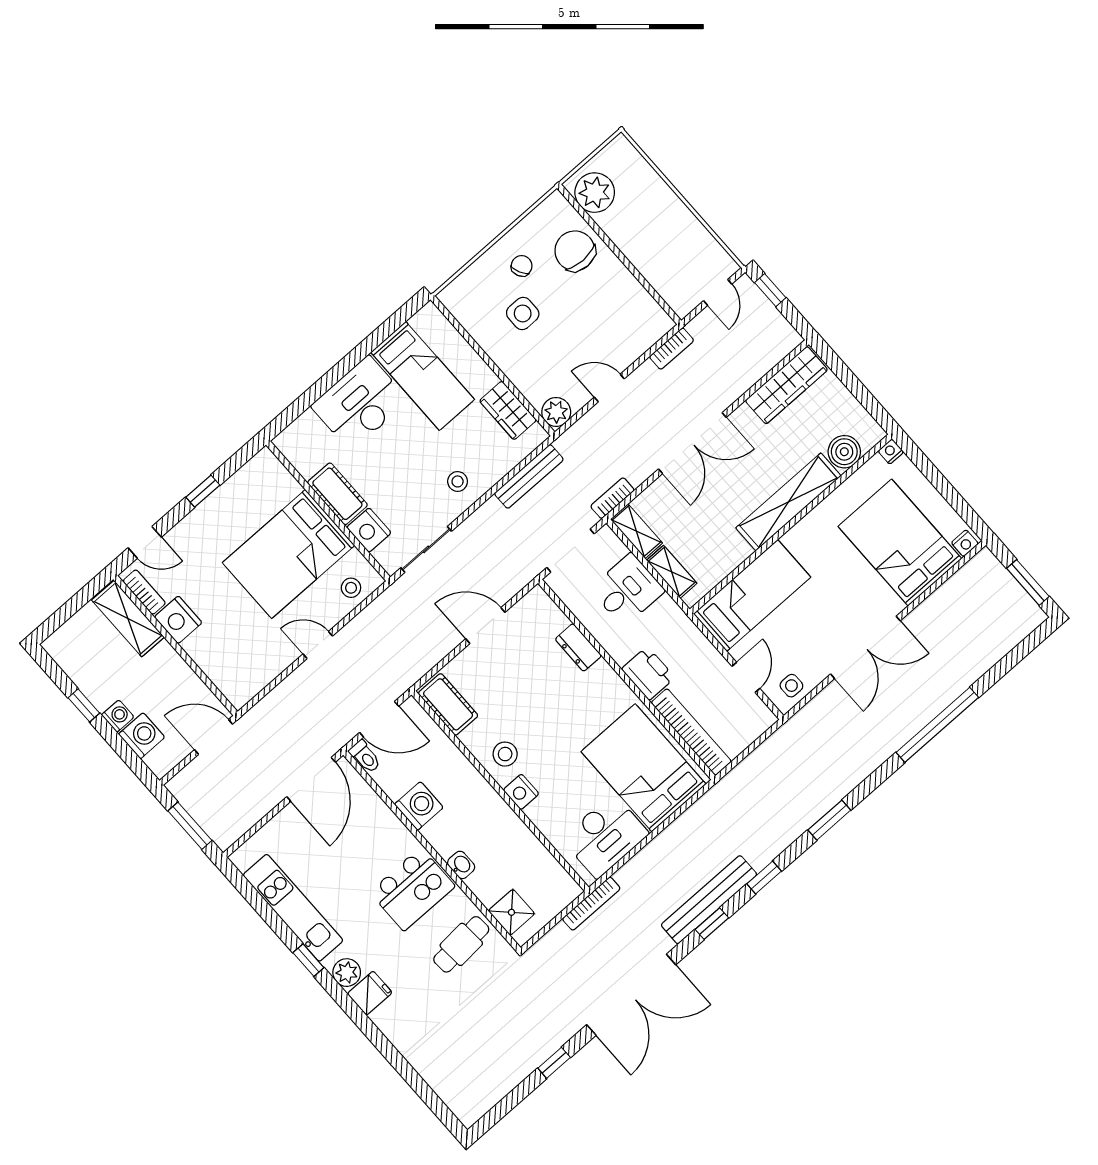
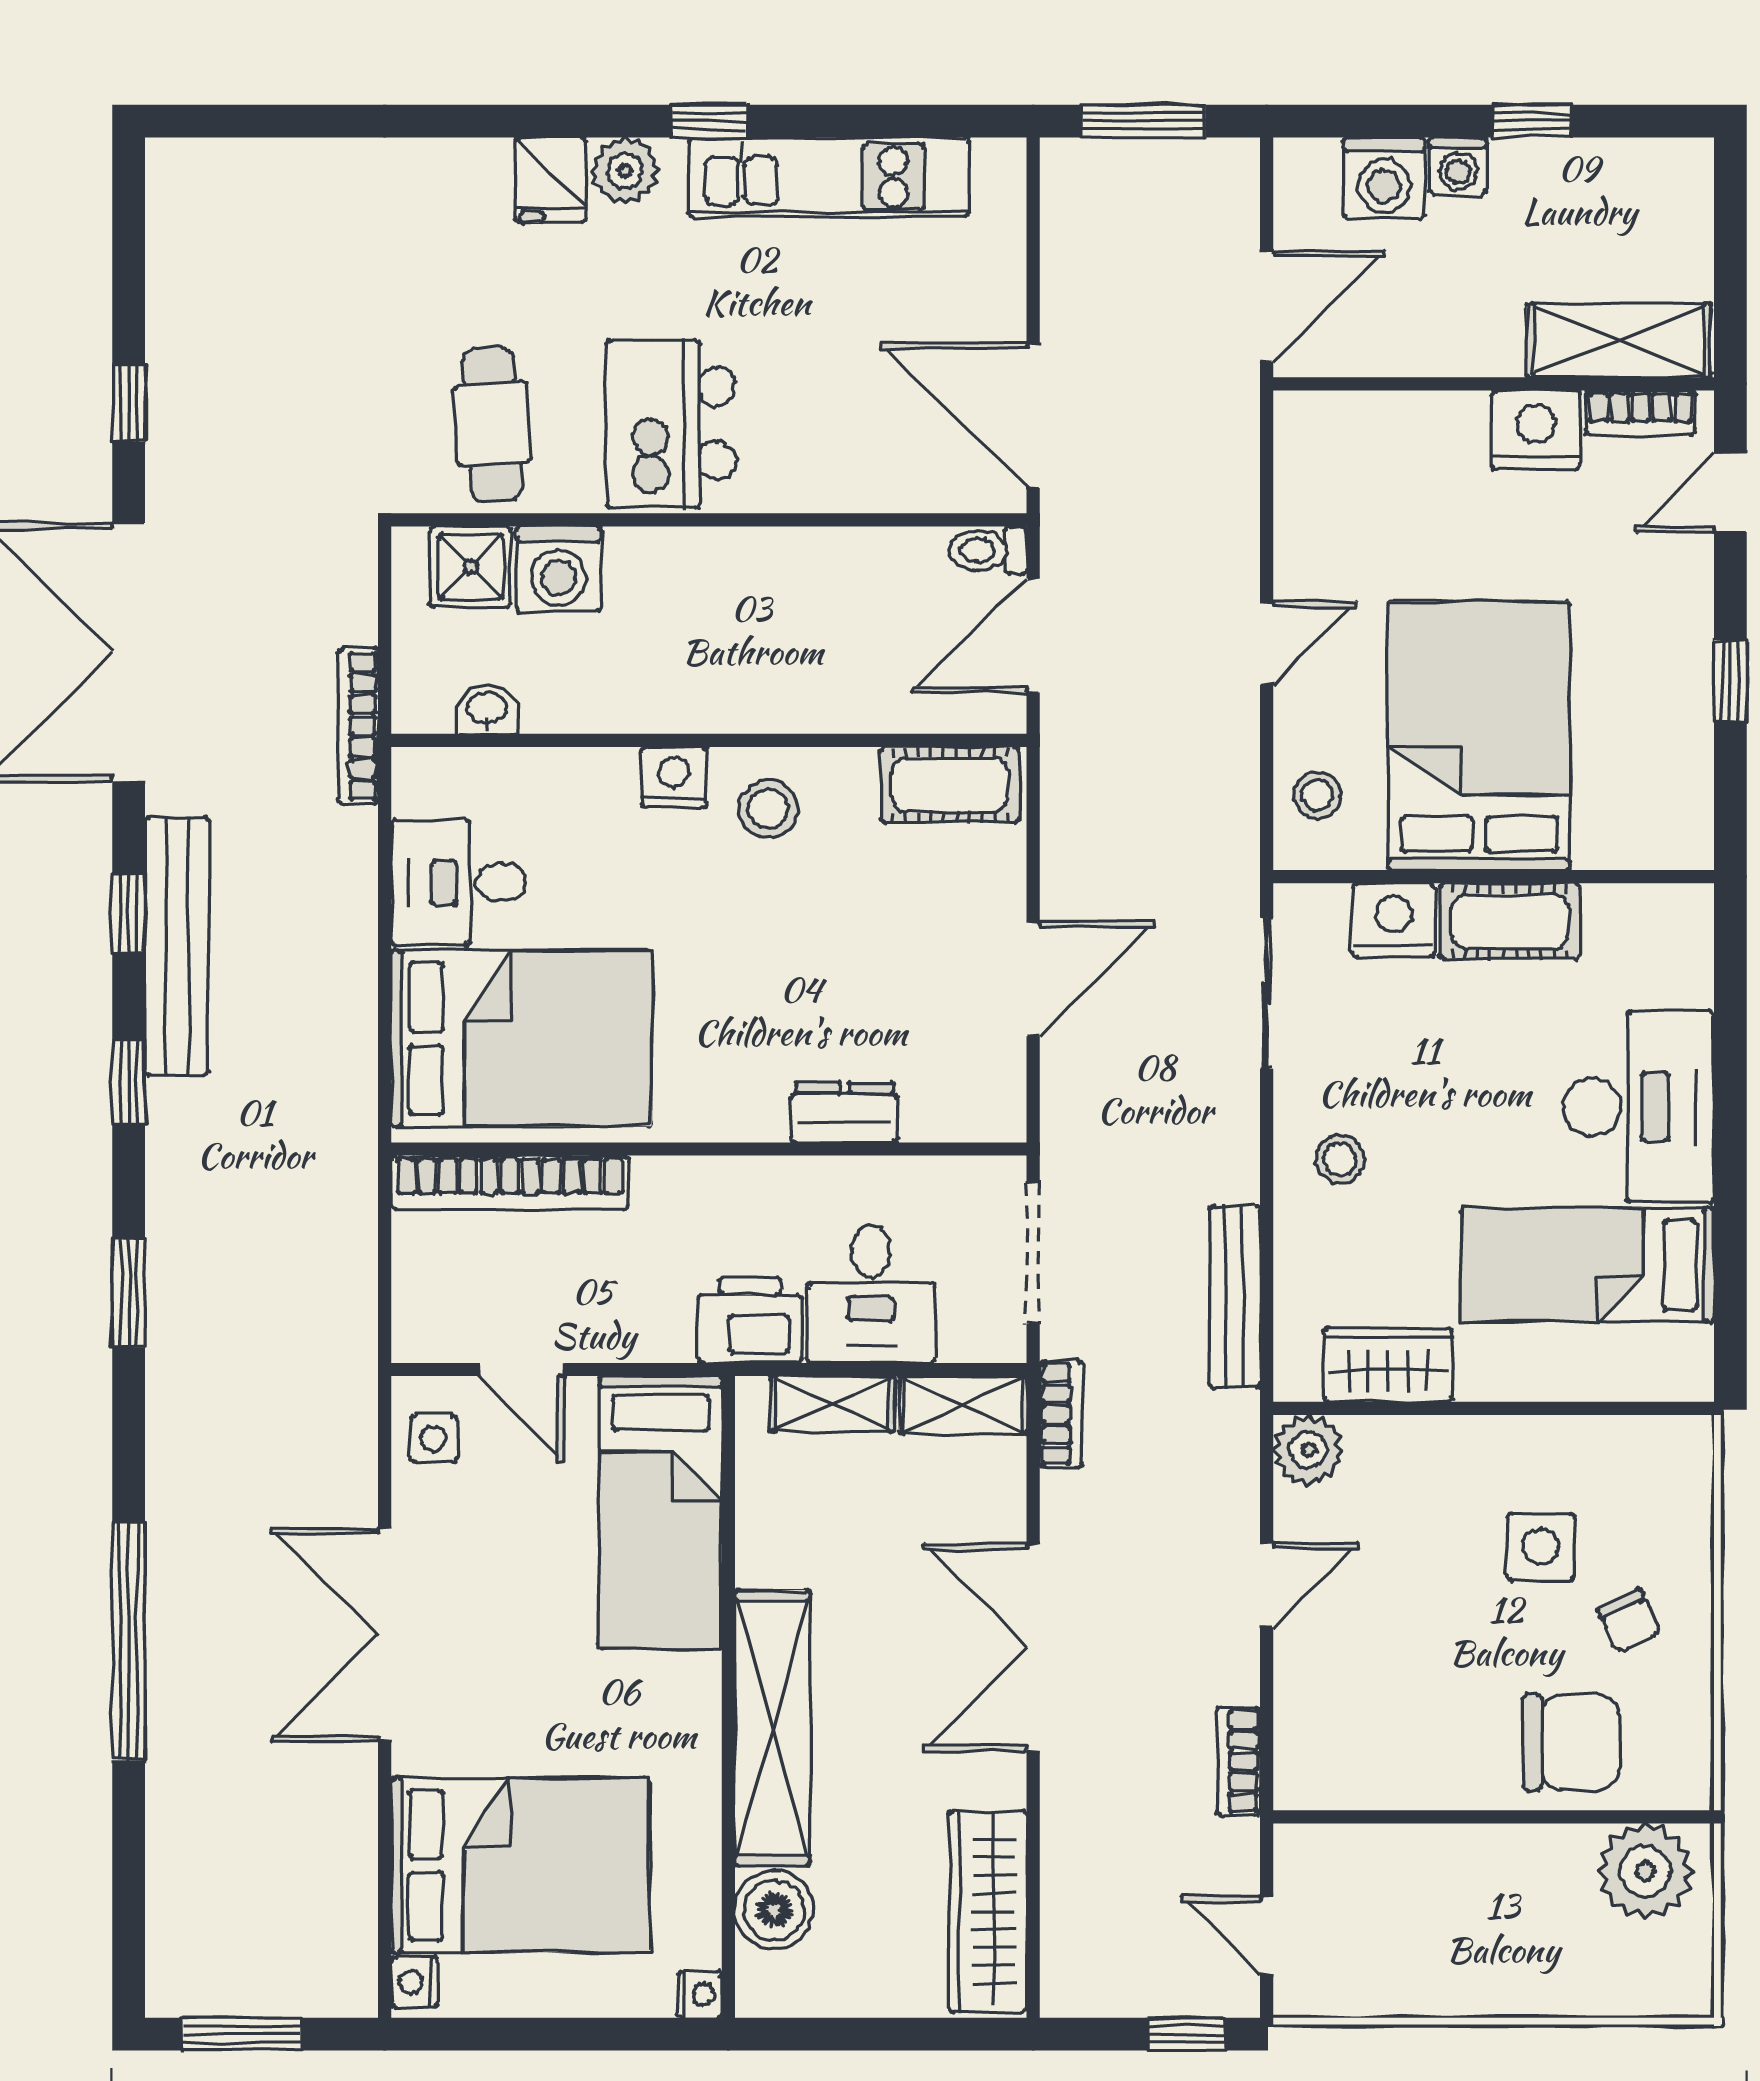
printer: (648, 673) -> (750, 1320), moved, turned 180
washing machine: (419, 806) -> (559, 569), moved
desk: (605, 836) -> (459, 883), width x0.73
washbasin: (461, 865) -> (487, 709), moved, turned 180

